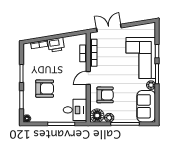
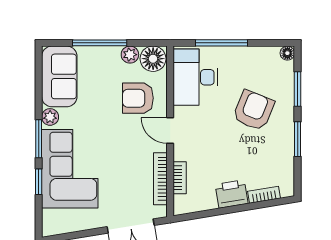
door: (88, 78) -> (170, 131), swing flipped
armchair: (45, 89) -> (254, 110), turned 112
desk: (75, 110) -> (195, 77), width x1.37

